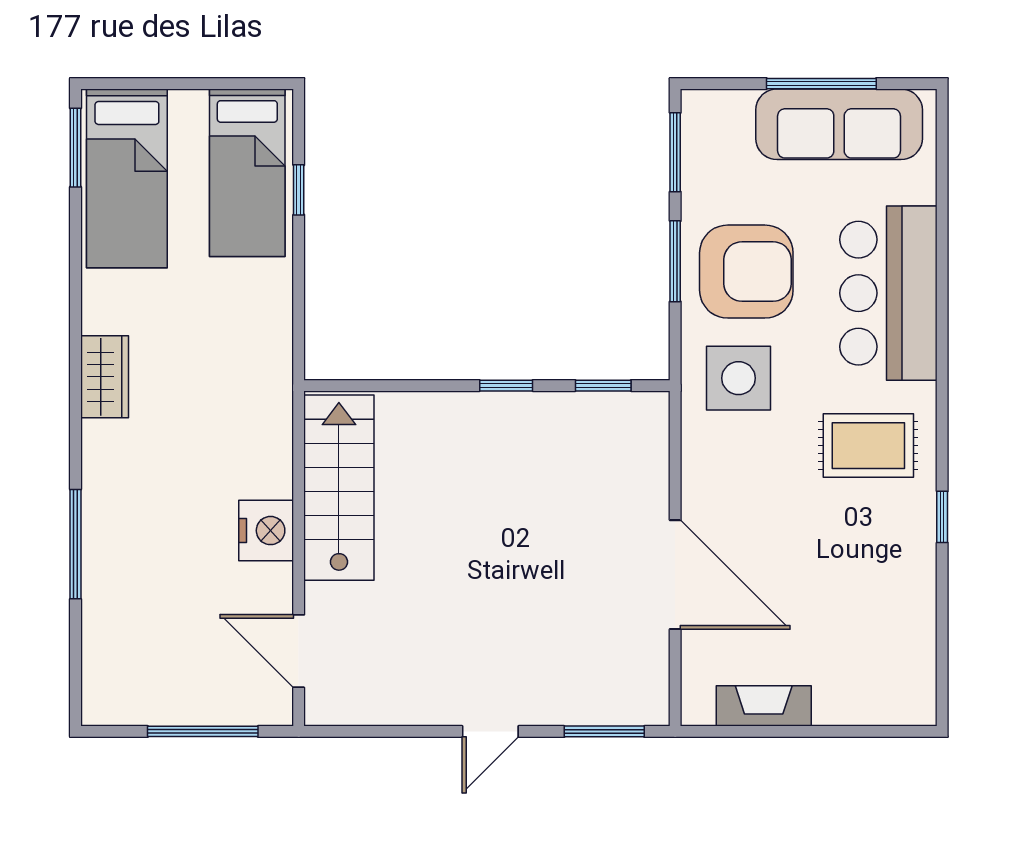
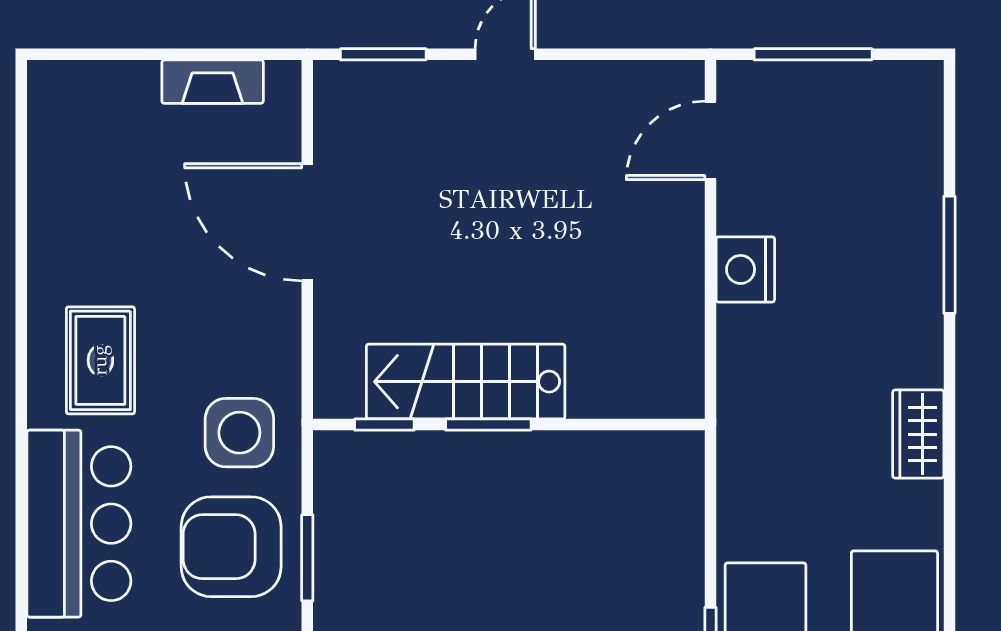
window: (506, 386) -> (488, 425), width x1.50
rug: (868, 446) -> (100, 360), turned 90
stairs: (339, 488) -> (466, 382), moved, turned 90
window: (942, 517) -> (21, 284), removed
door: (299, 651) -> (710, 140), swing flipped

